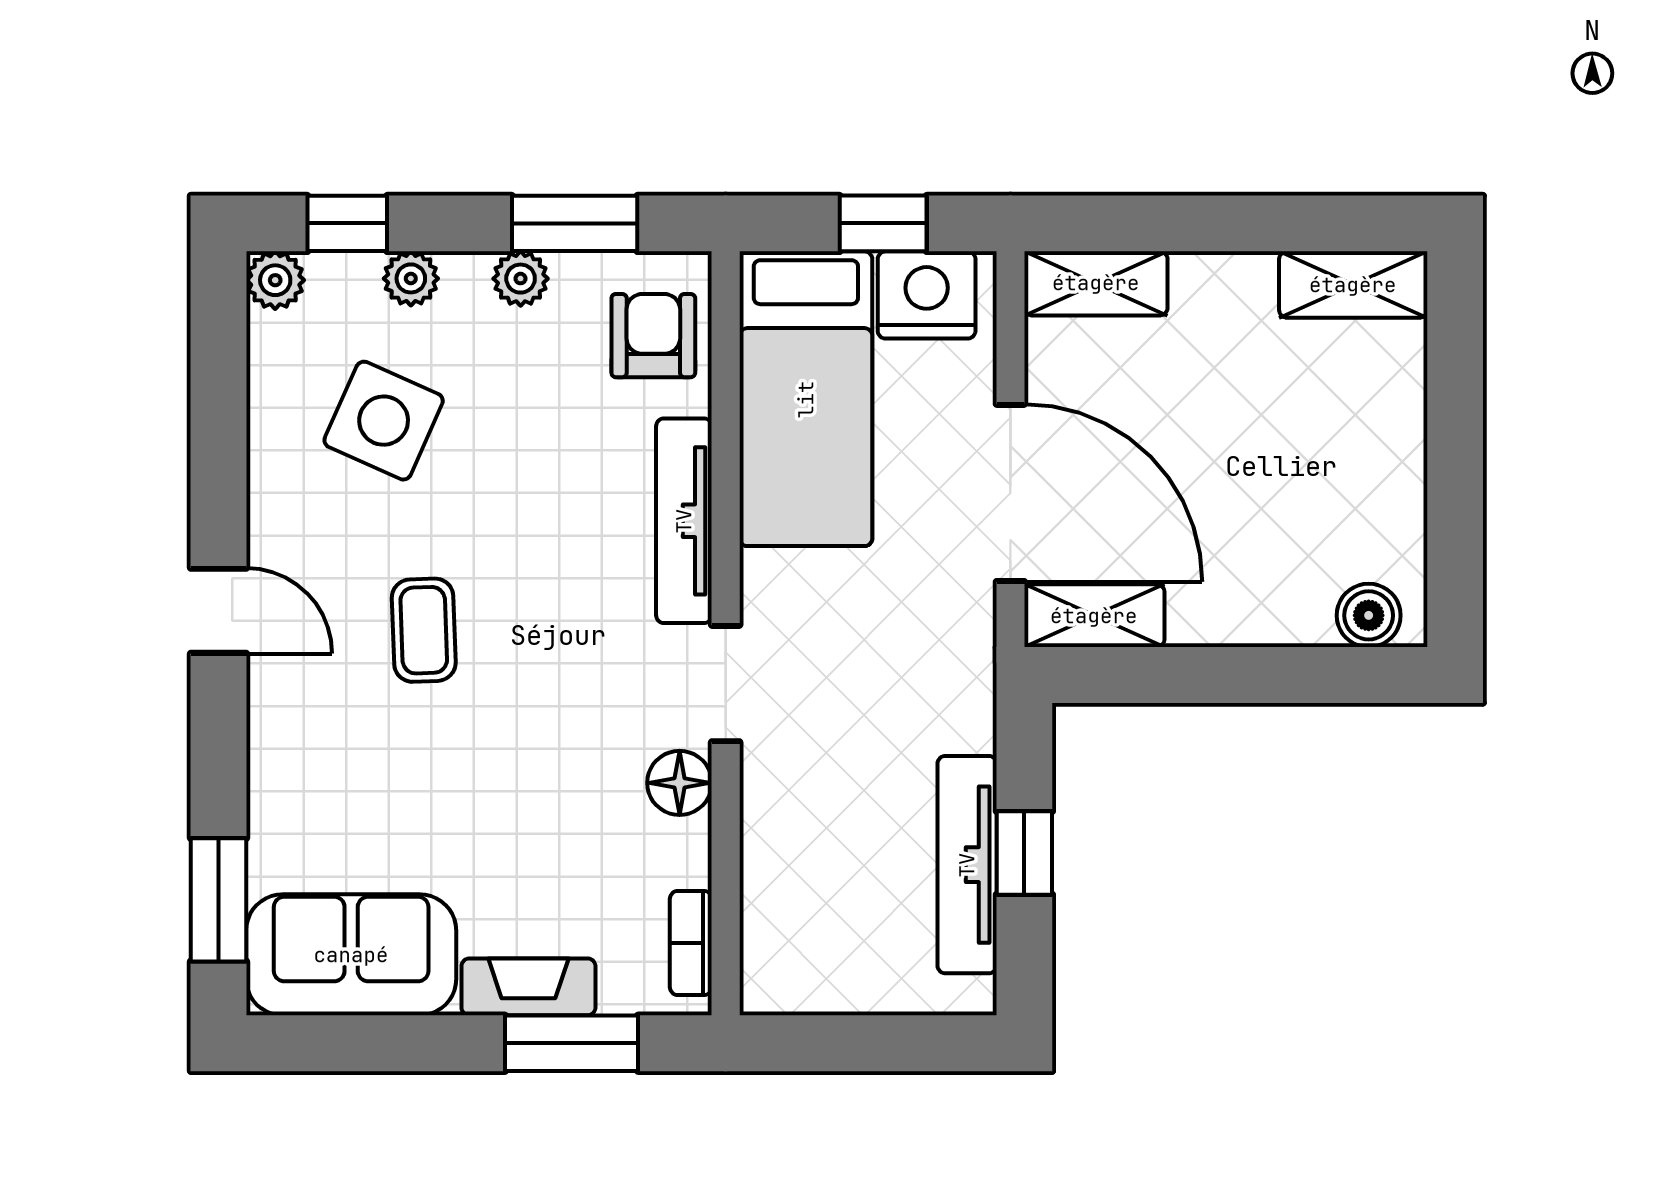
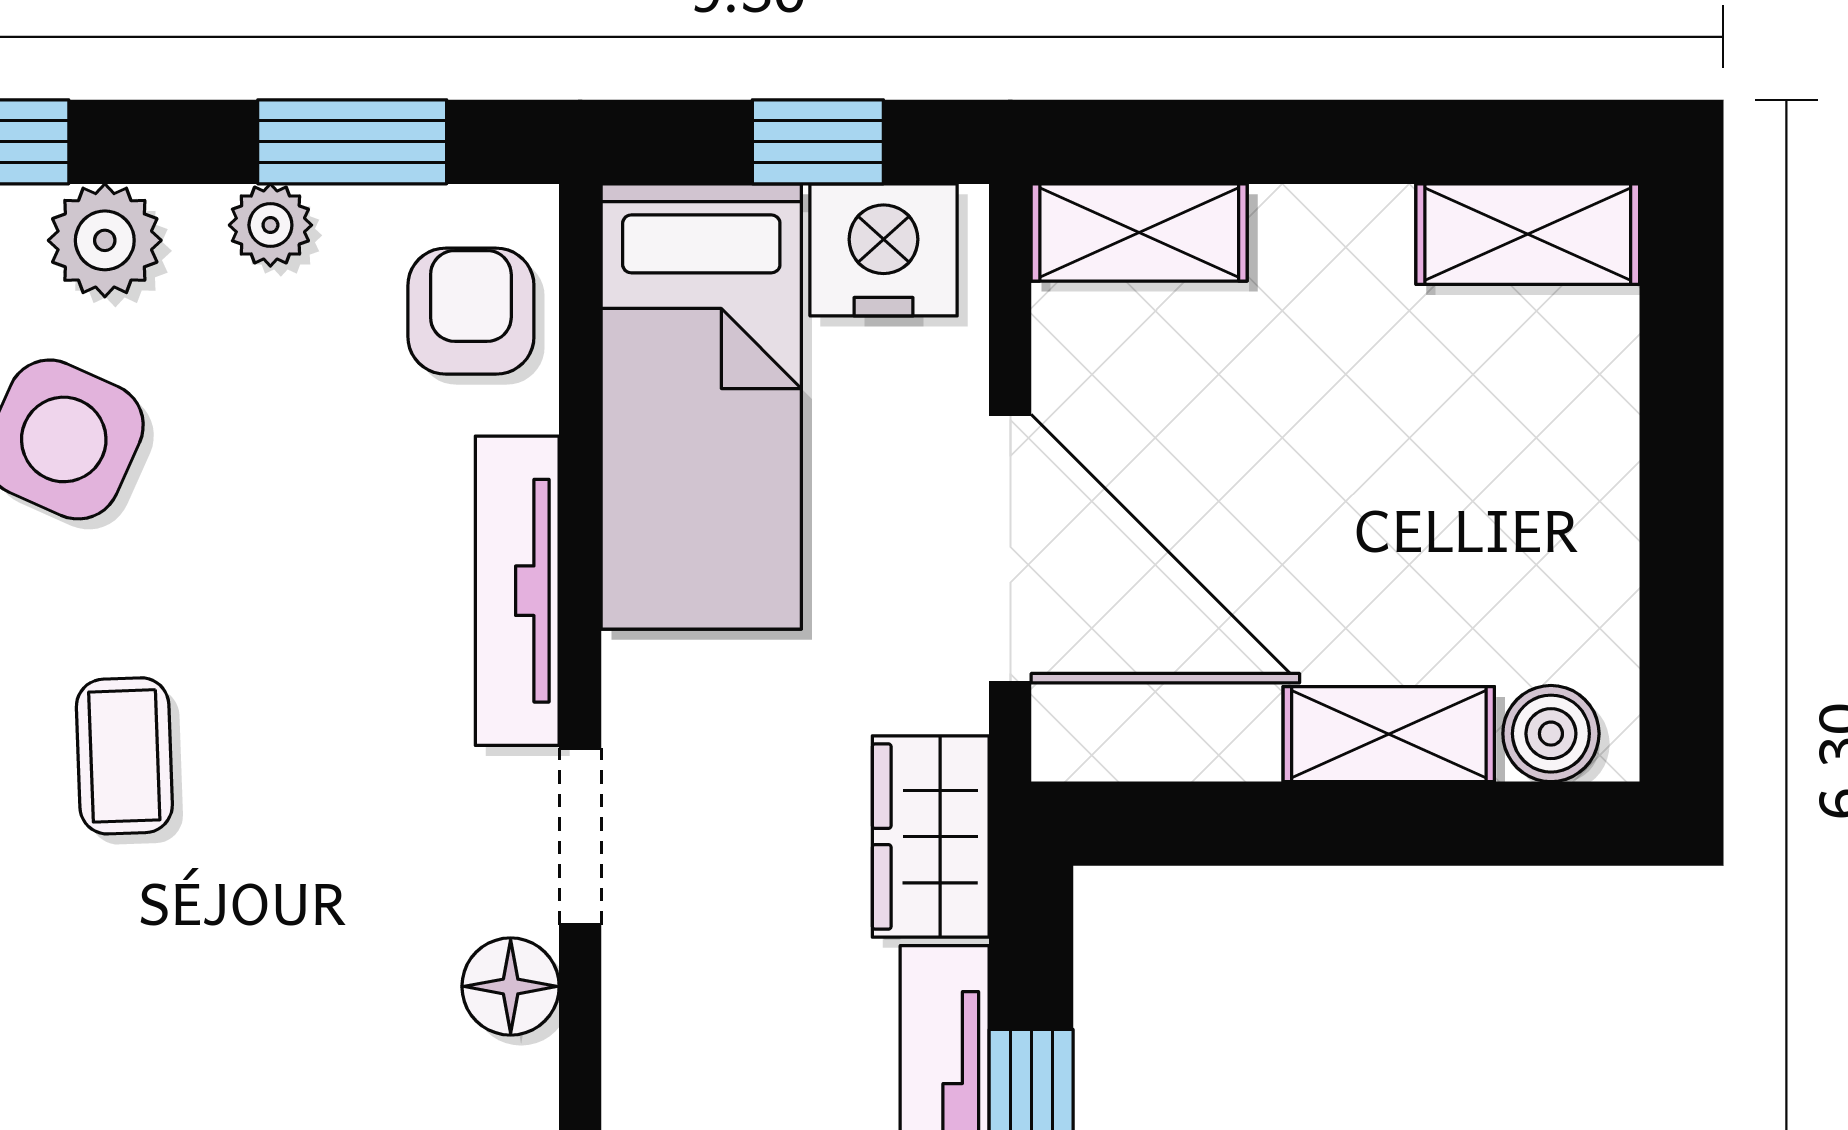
plant: (411, 278) -> (105, 240), width x1.38, depth x1.38
shelving: (1094, 616) -> (1389, 734), moved
wardrobe: (958, 684) -> (931, 837), added

